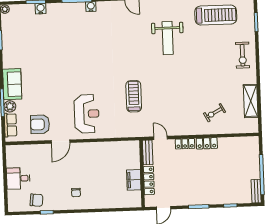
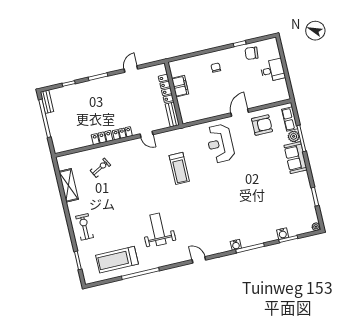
bench: (148, 152) -> (172, 114), moved
wall: (142, 174) -> (174, 94), moved
filing cabinet: (134, 180) -> (180, 86), moved
locker: (149, 180) -> (166, 88), moved

